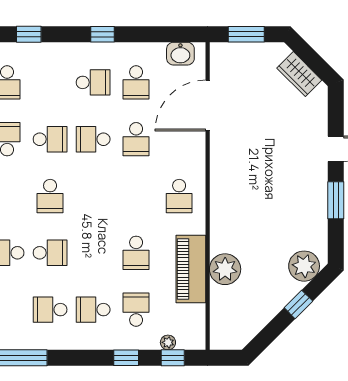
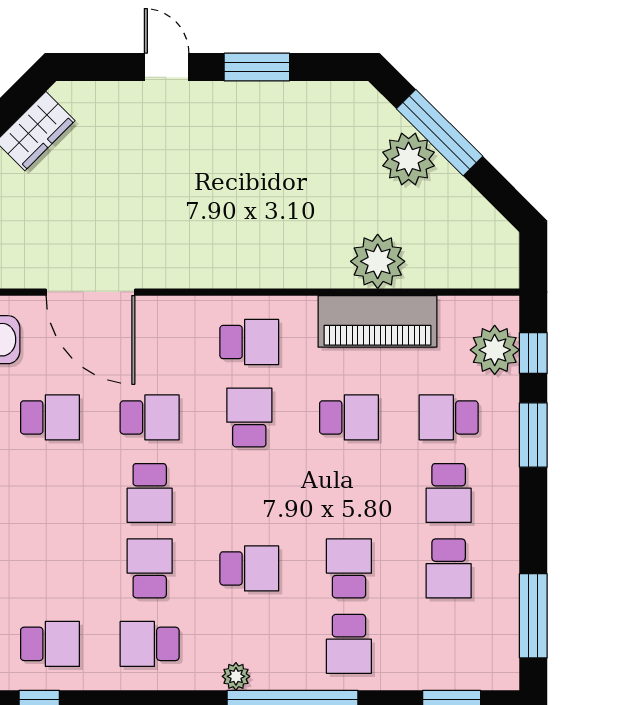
school desk: (93, 82) -> (249, 417), moved
plant: (304, 266) -> (409, 159), moved
window: (298, 304) -> (440, 133), width x2.17
plant: (168, 342) -> (495, 350), width x1.88, depth x1.88
window: (126, 358) -> (533, 435), width x1.50

